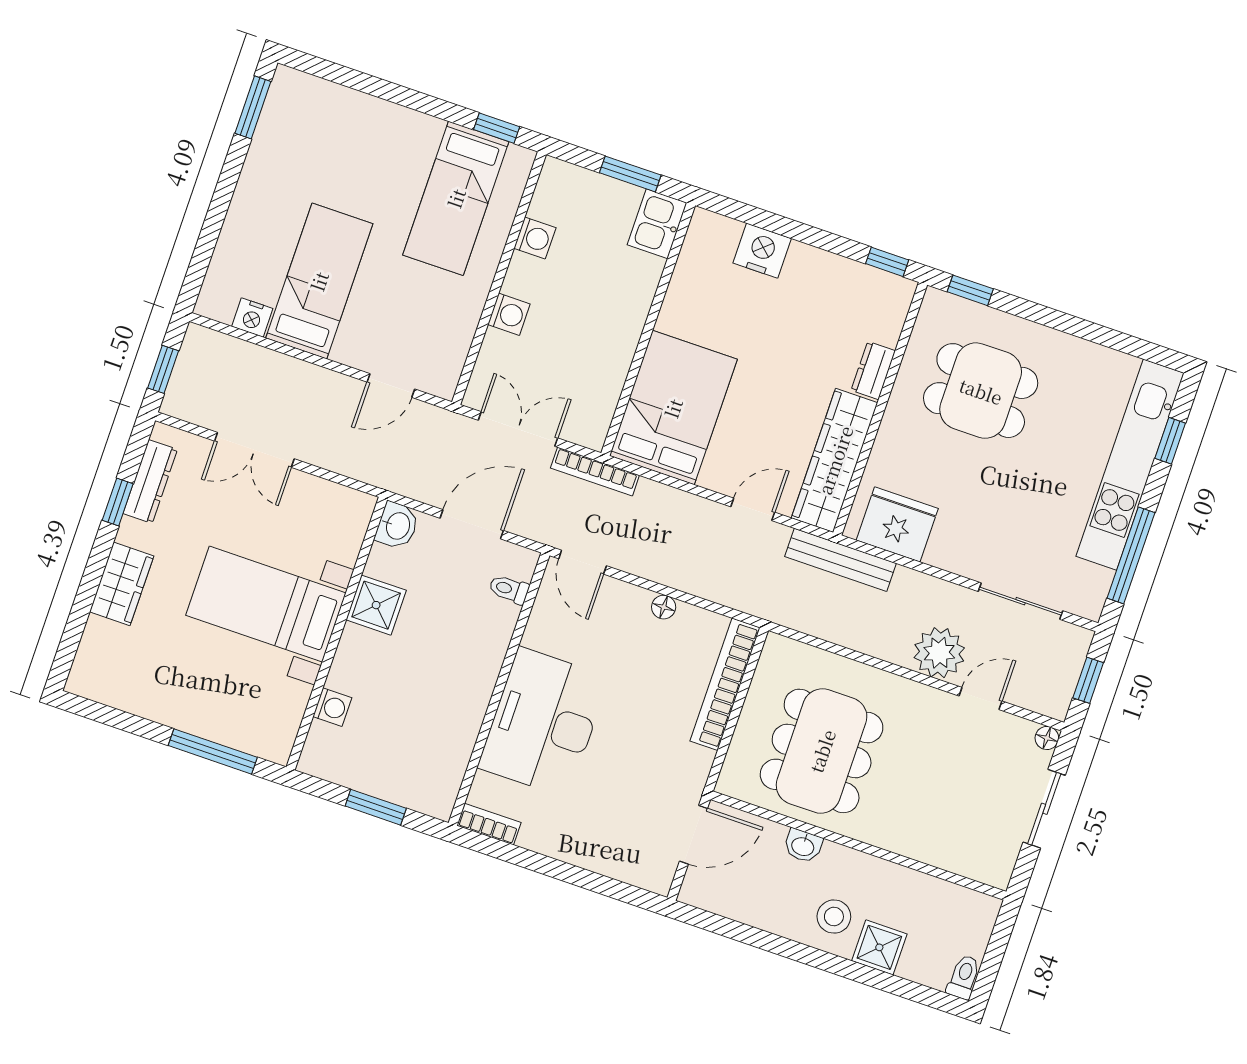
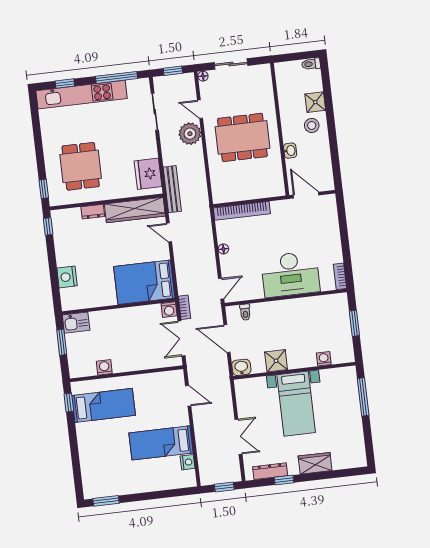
washing machine: (509, 314) -> (169, 310), moved, turned 180
bookcase: (595, 472) -> (184, 307), width x0.64
dining table: (822, 751) -> (242, 137), moved

